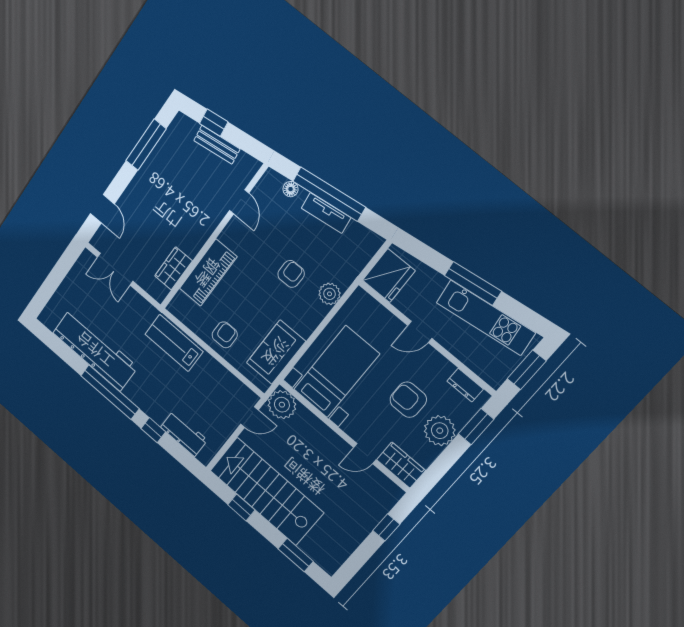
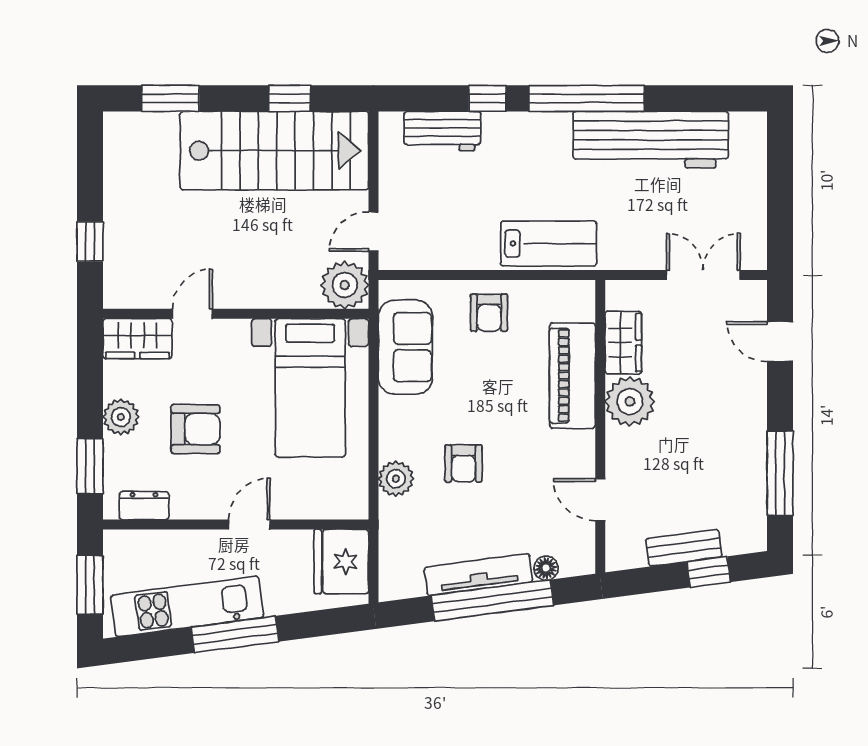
tv unit: (326, 213) -> (478, 575), width x1.41
plant: (191, 238) -> (630, 401), added
plant: (440, 431) -> (121, 417), width x0.73, depth x0.73

